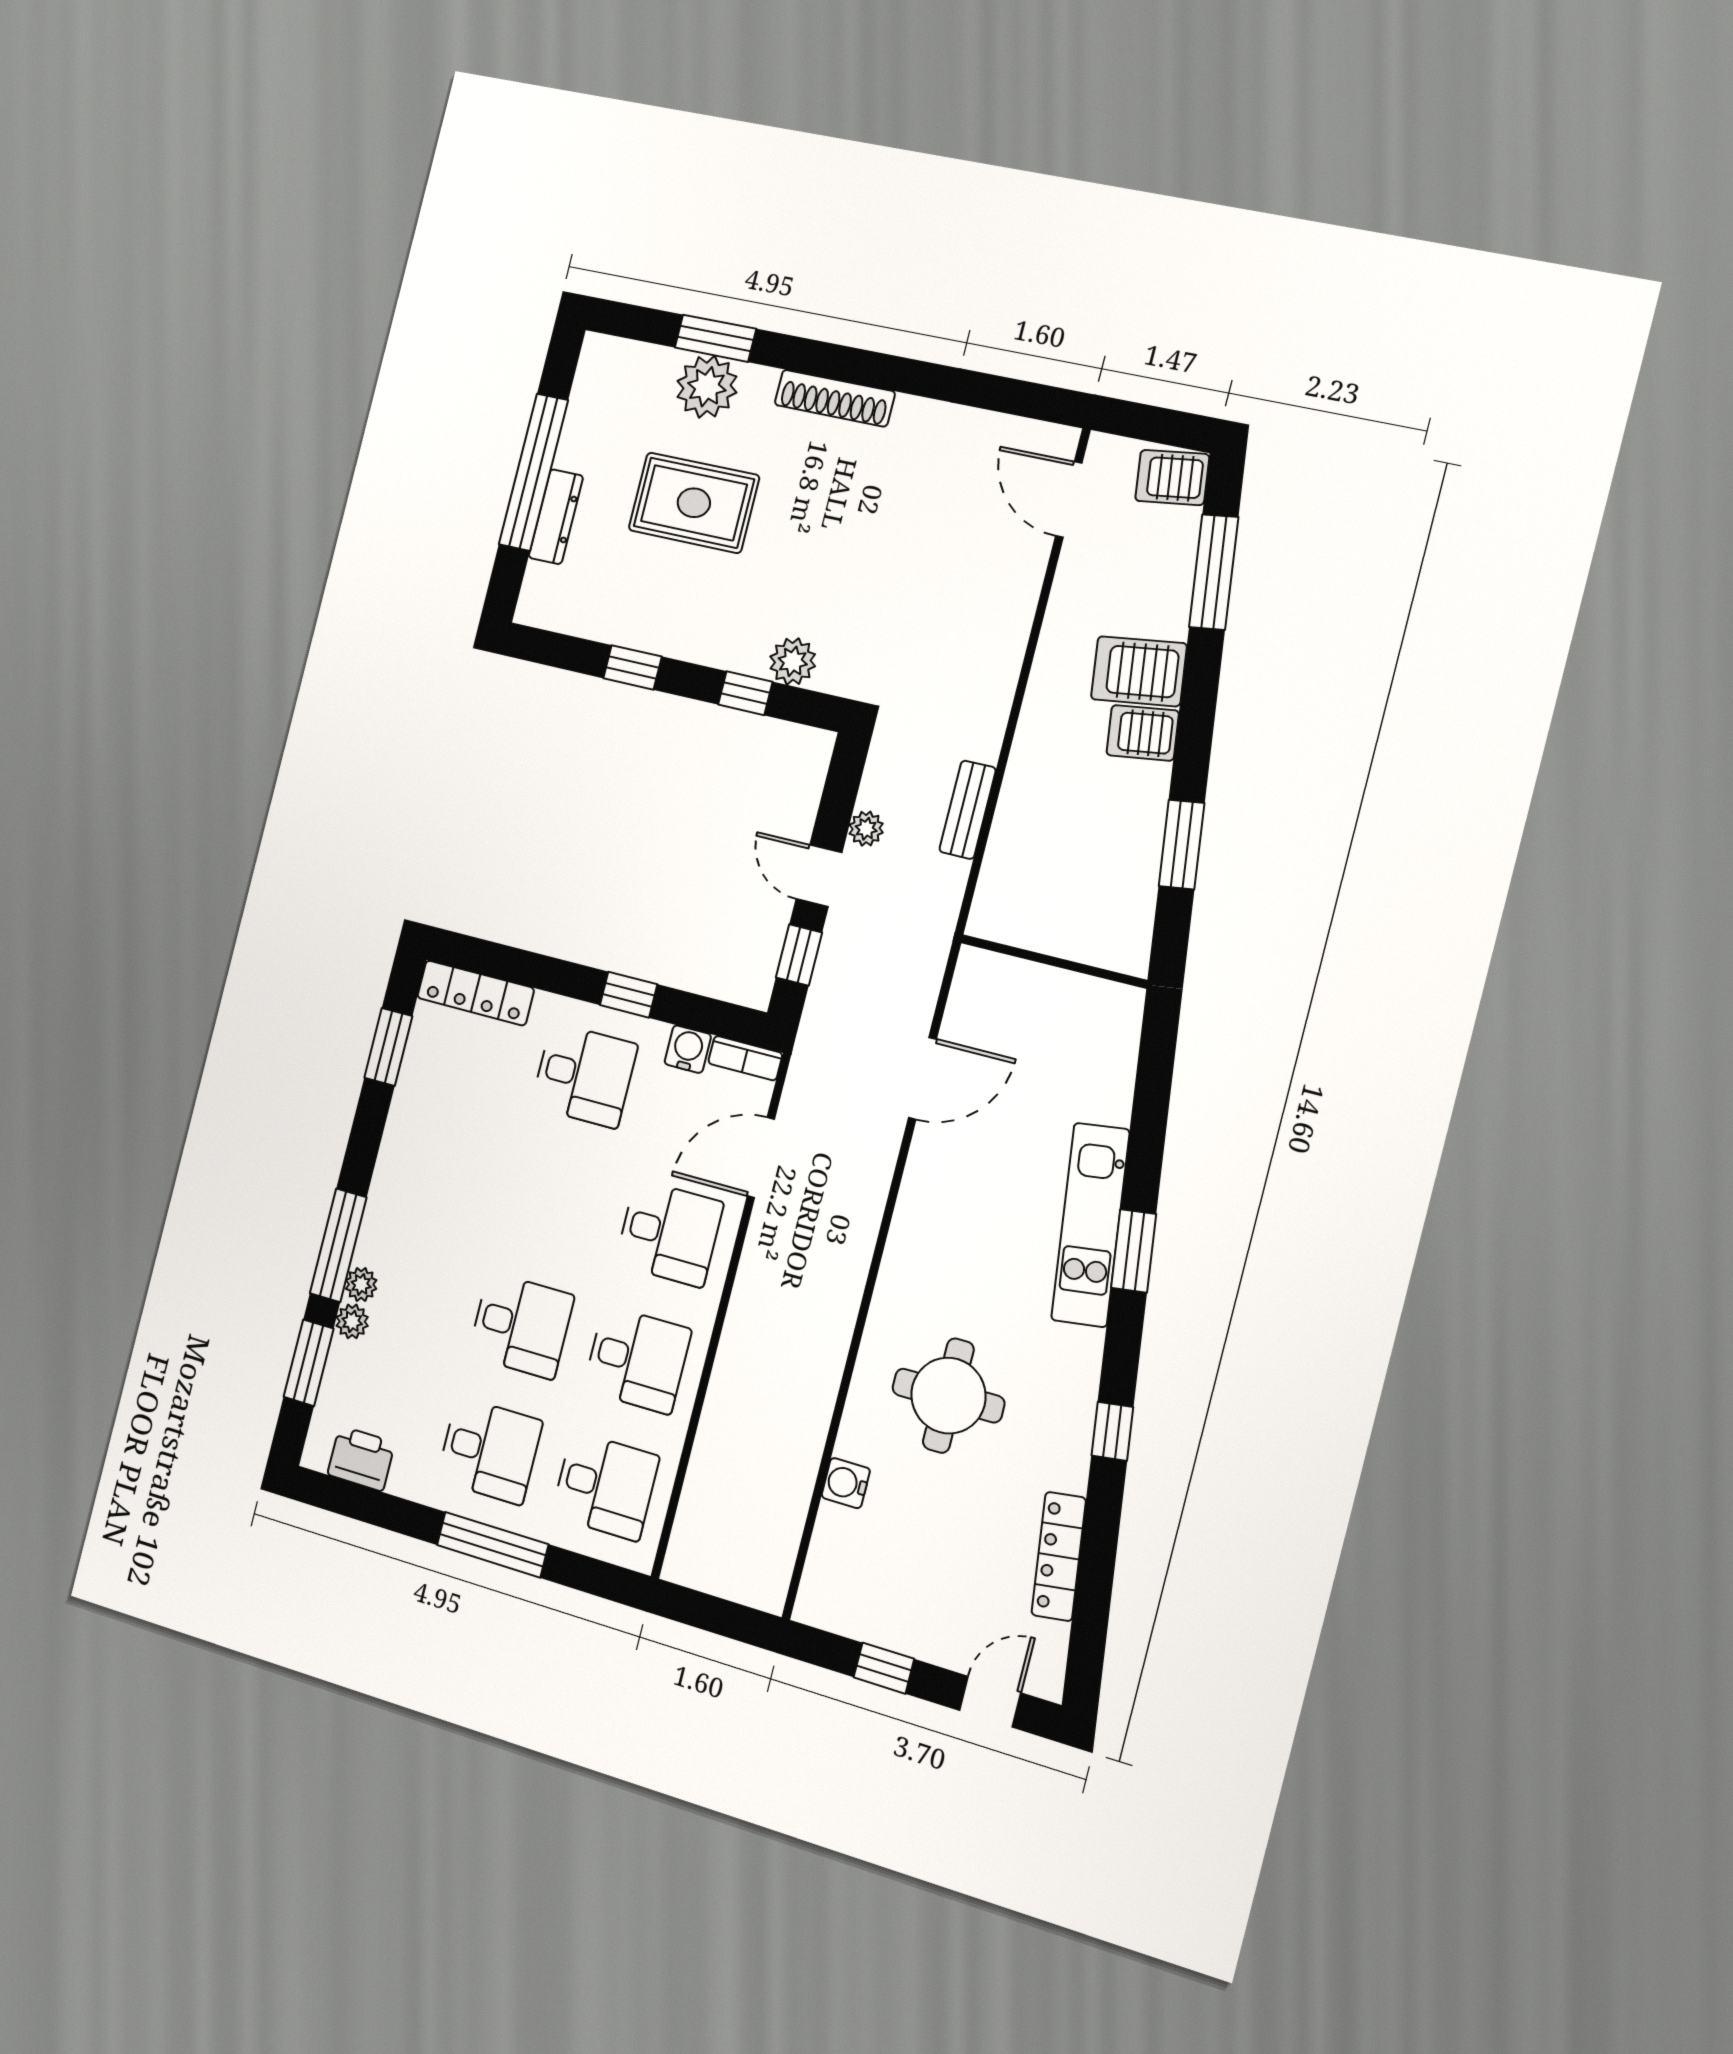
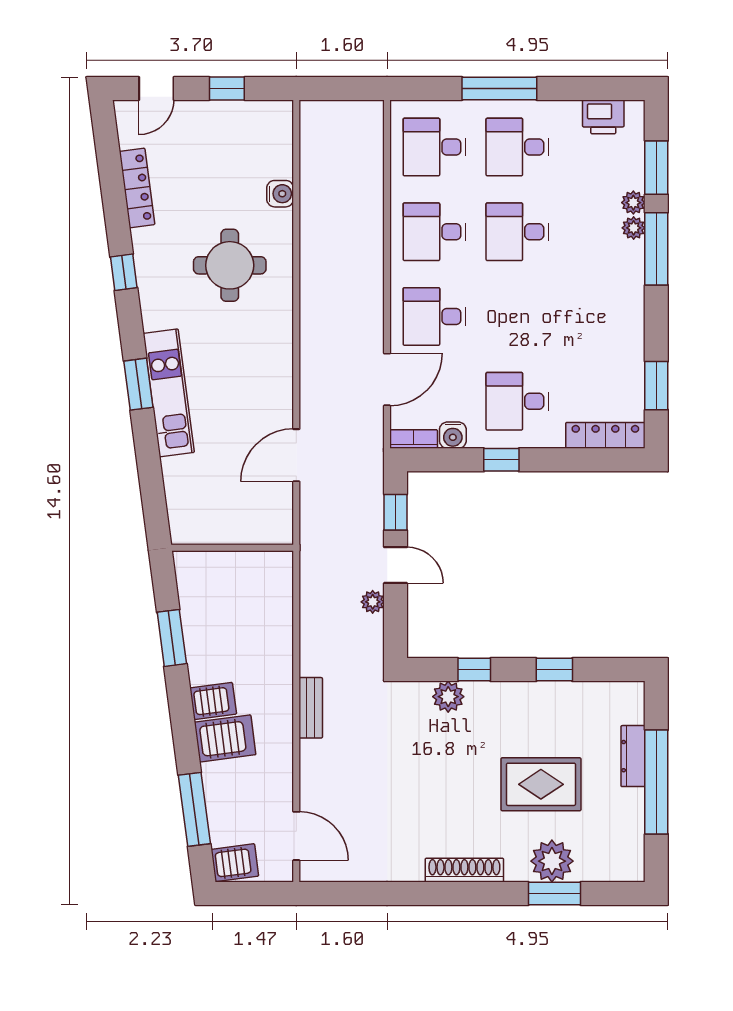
bench: (968, 810) -> (311, 708), moved

